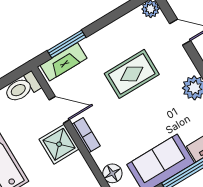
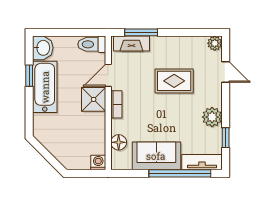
door: (59, 110) -> (108, 75), swing flipped

